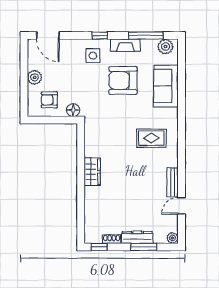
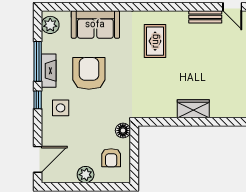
window: (146, 35) -> (38, 61), moved
armchair: (123, 80) -> (89, 73), turned 180

